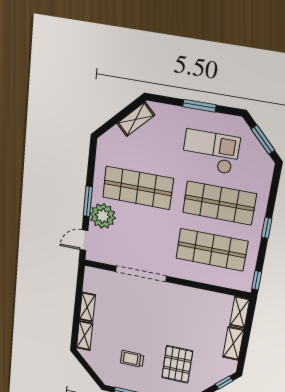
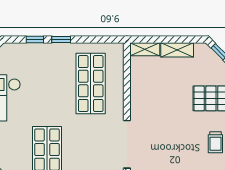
shop shelf: (219, 203) -> (47, 84), removed
window: (257, 280) -> (35, 39), moved

